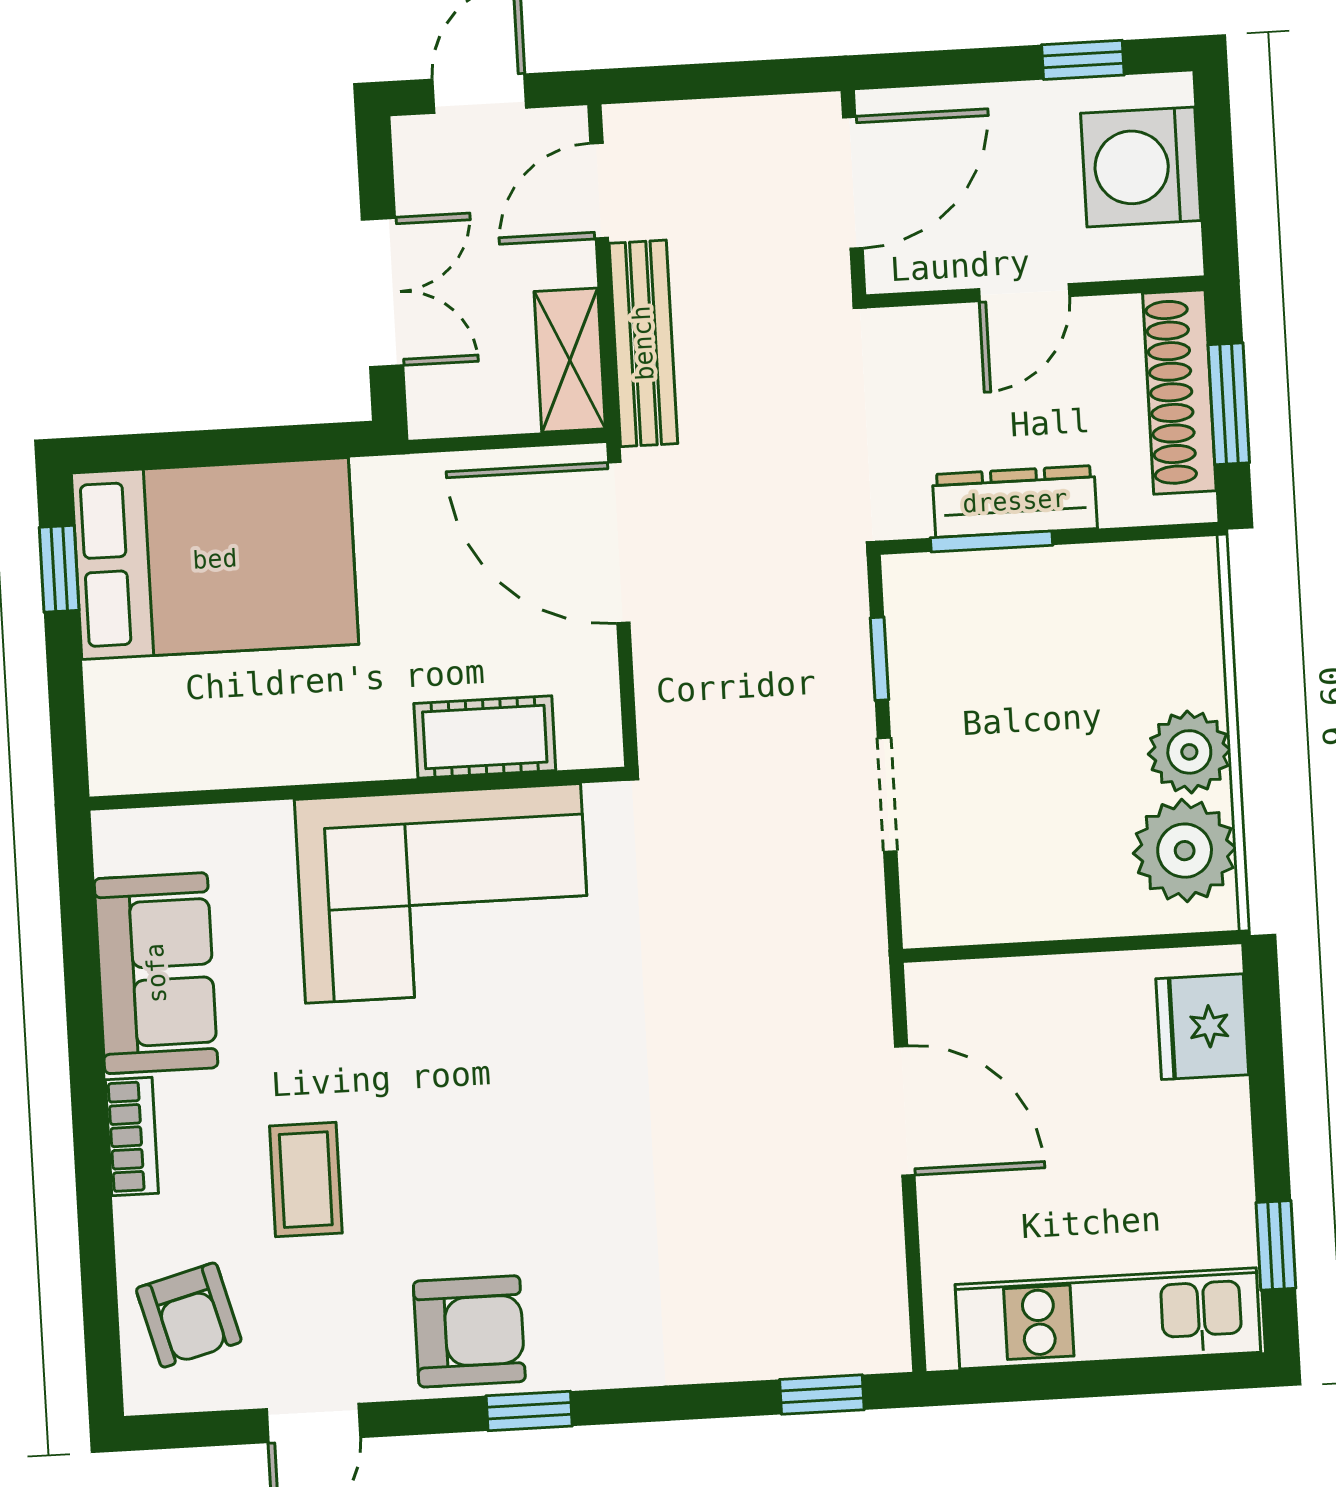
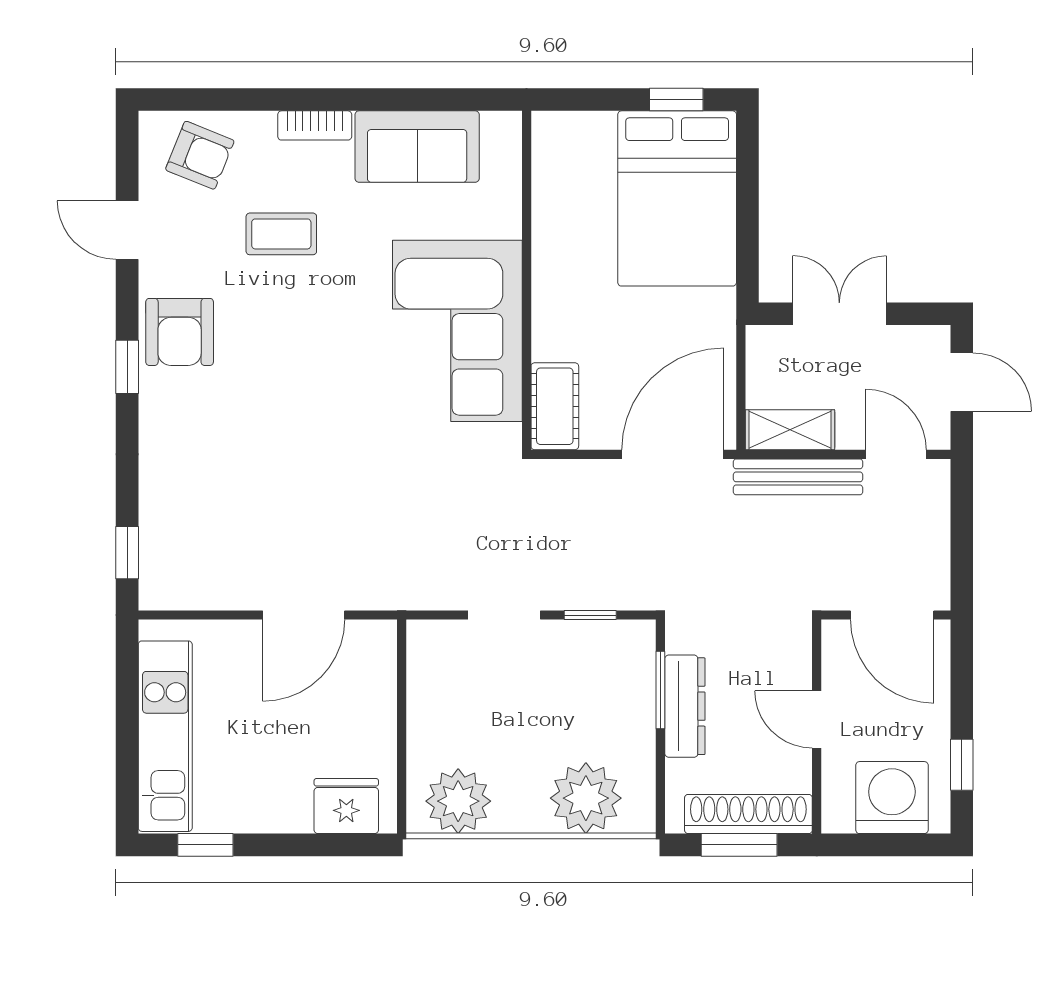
double door: (382, 292) -> (839, 314), swing flipped
cot: (485, 737) -> (555, 406), moved
plant: (1189, 752) -> (586, 798), moved, width x1.36, depth x1.36
armchair: (189, 1315) -> (200, 155), turned -143

